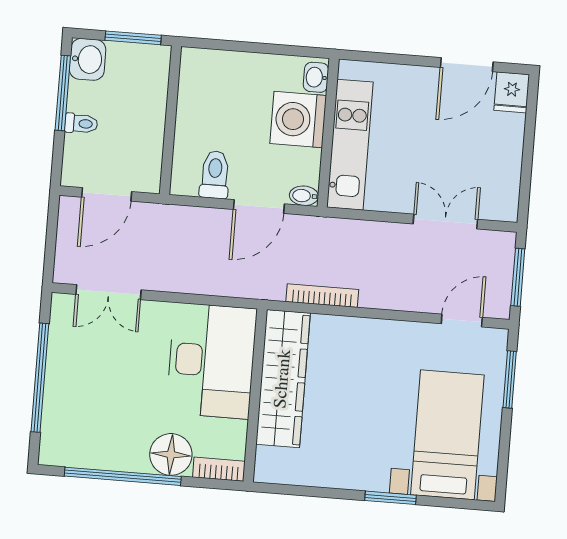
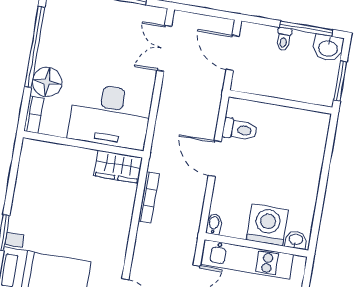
washbasin: (316, 77) -> (296, 240), moved
washing machine: (298, 120) -> (267, 225), moved
wall: (328, 133) -> (256, 245), moved
kitchen unit: (350, 145) -> (247, 259), moved
bidet: (304, 196) -> (214, 224), moved
wardrobe: (283, 379) -> (118, 167), width x0.48, depth x0.85

